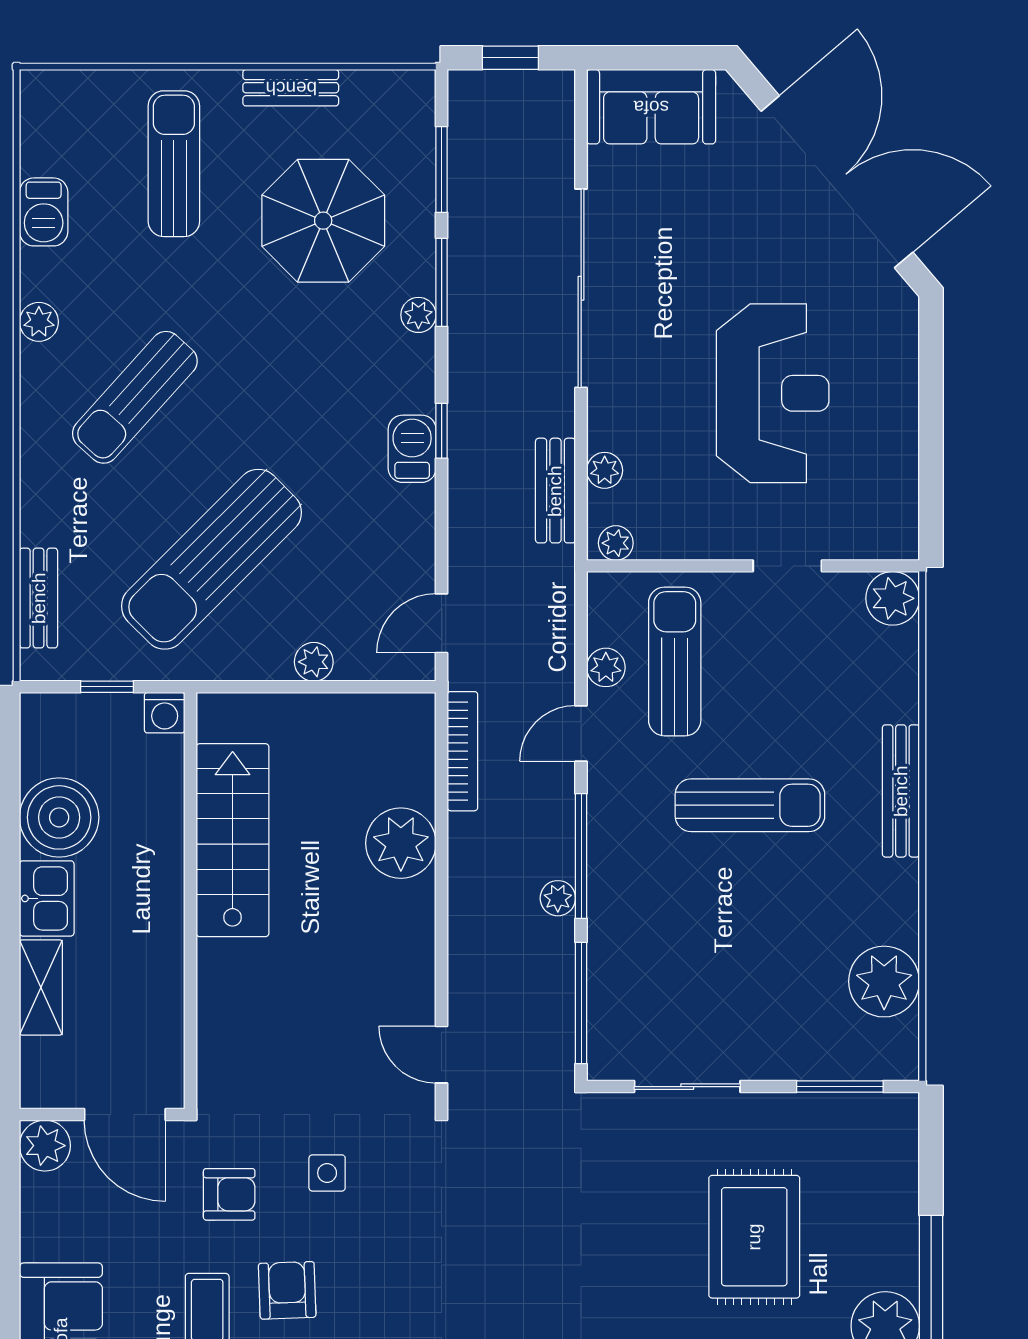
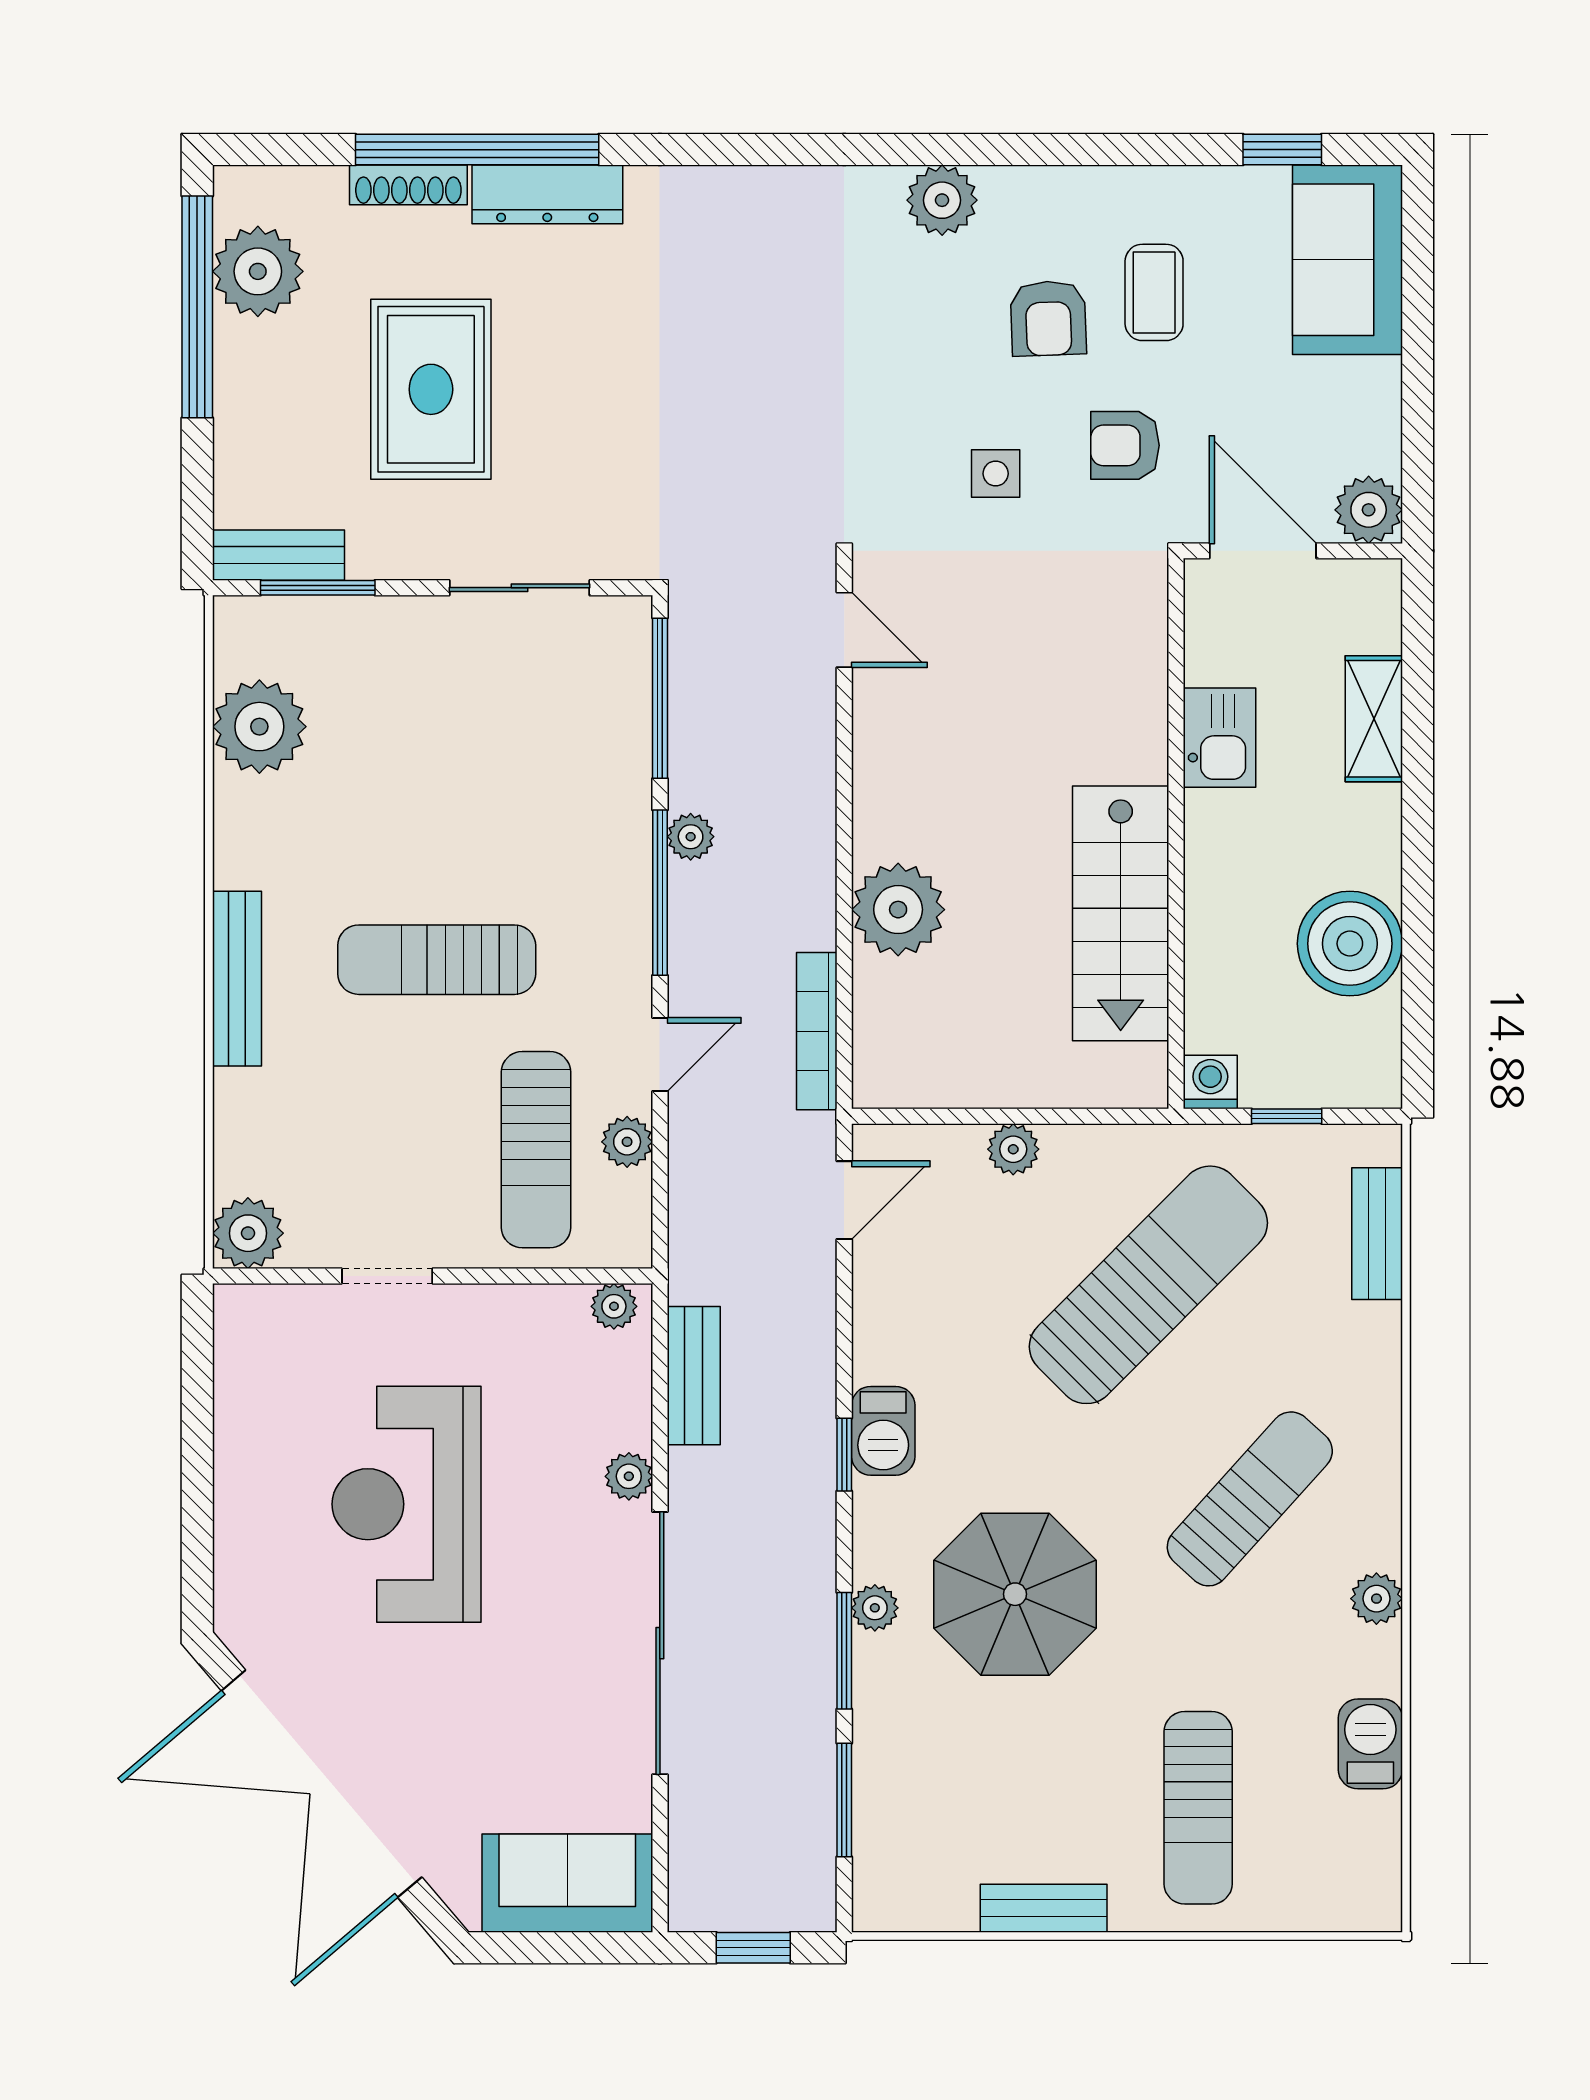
parasol: (323, 221) -> (1015, 1594), moved
plant: (605, 470) -> (629, 1476), moved
kitchen sink: (47, 898) -> (1220, 738), moved, turned 180
bench: (870, 1111) -> (279, 555), added

